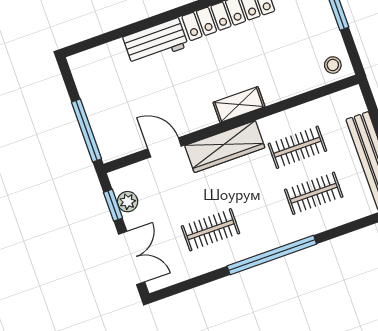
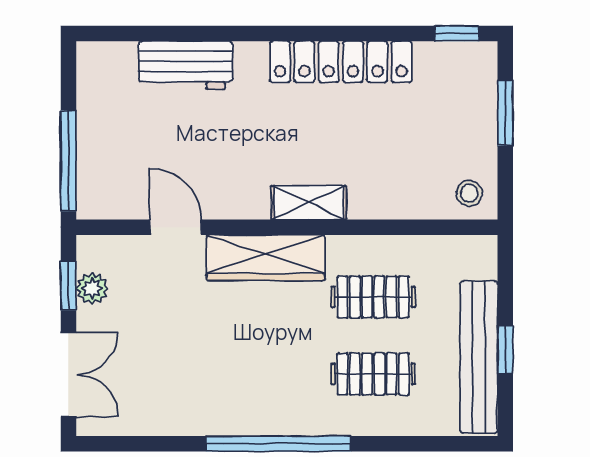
workbench: (156, 42) -> (186, 65), moved
clothes rail: (211, 230) -> (201, 374), removed

